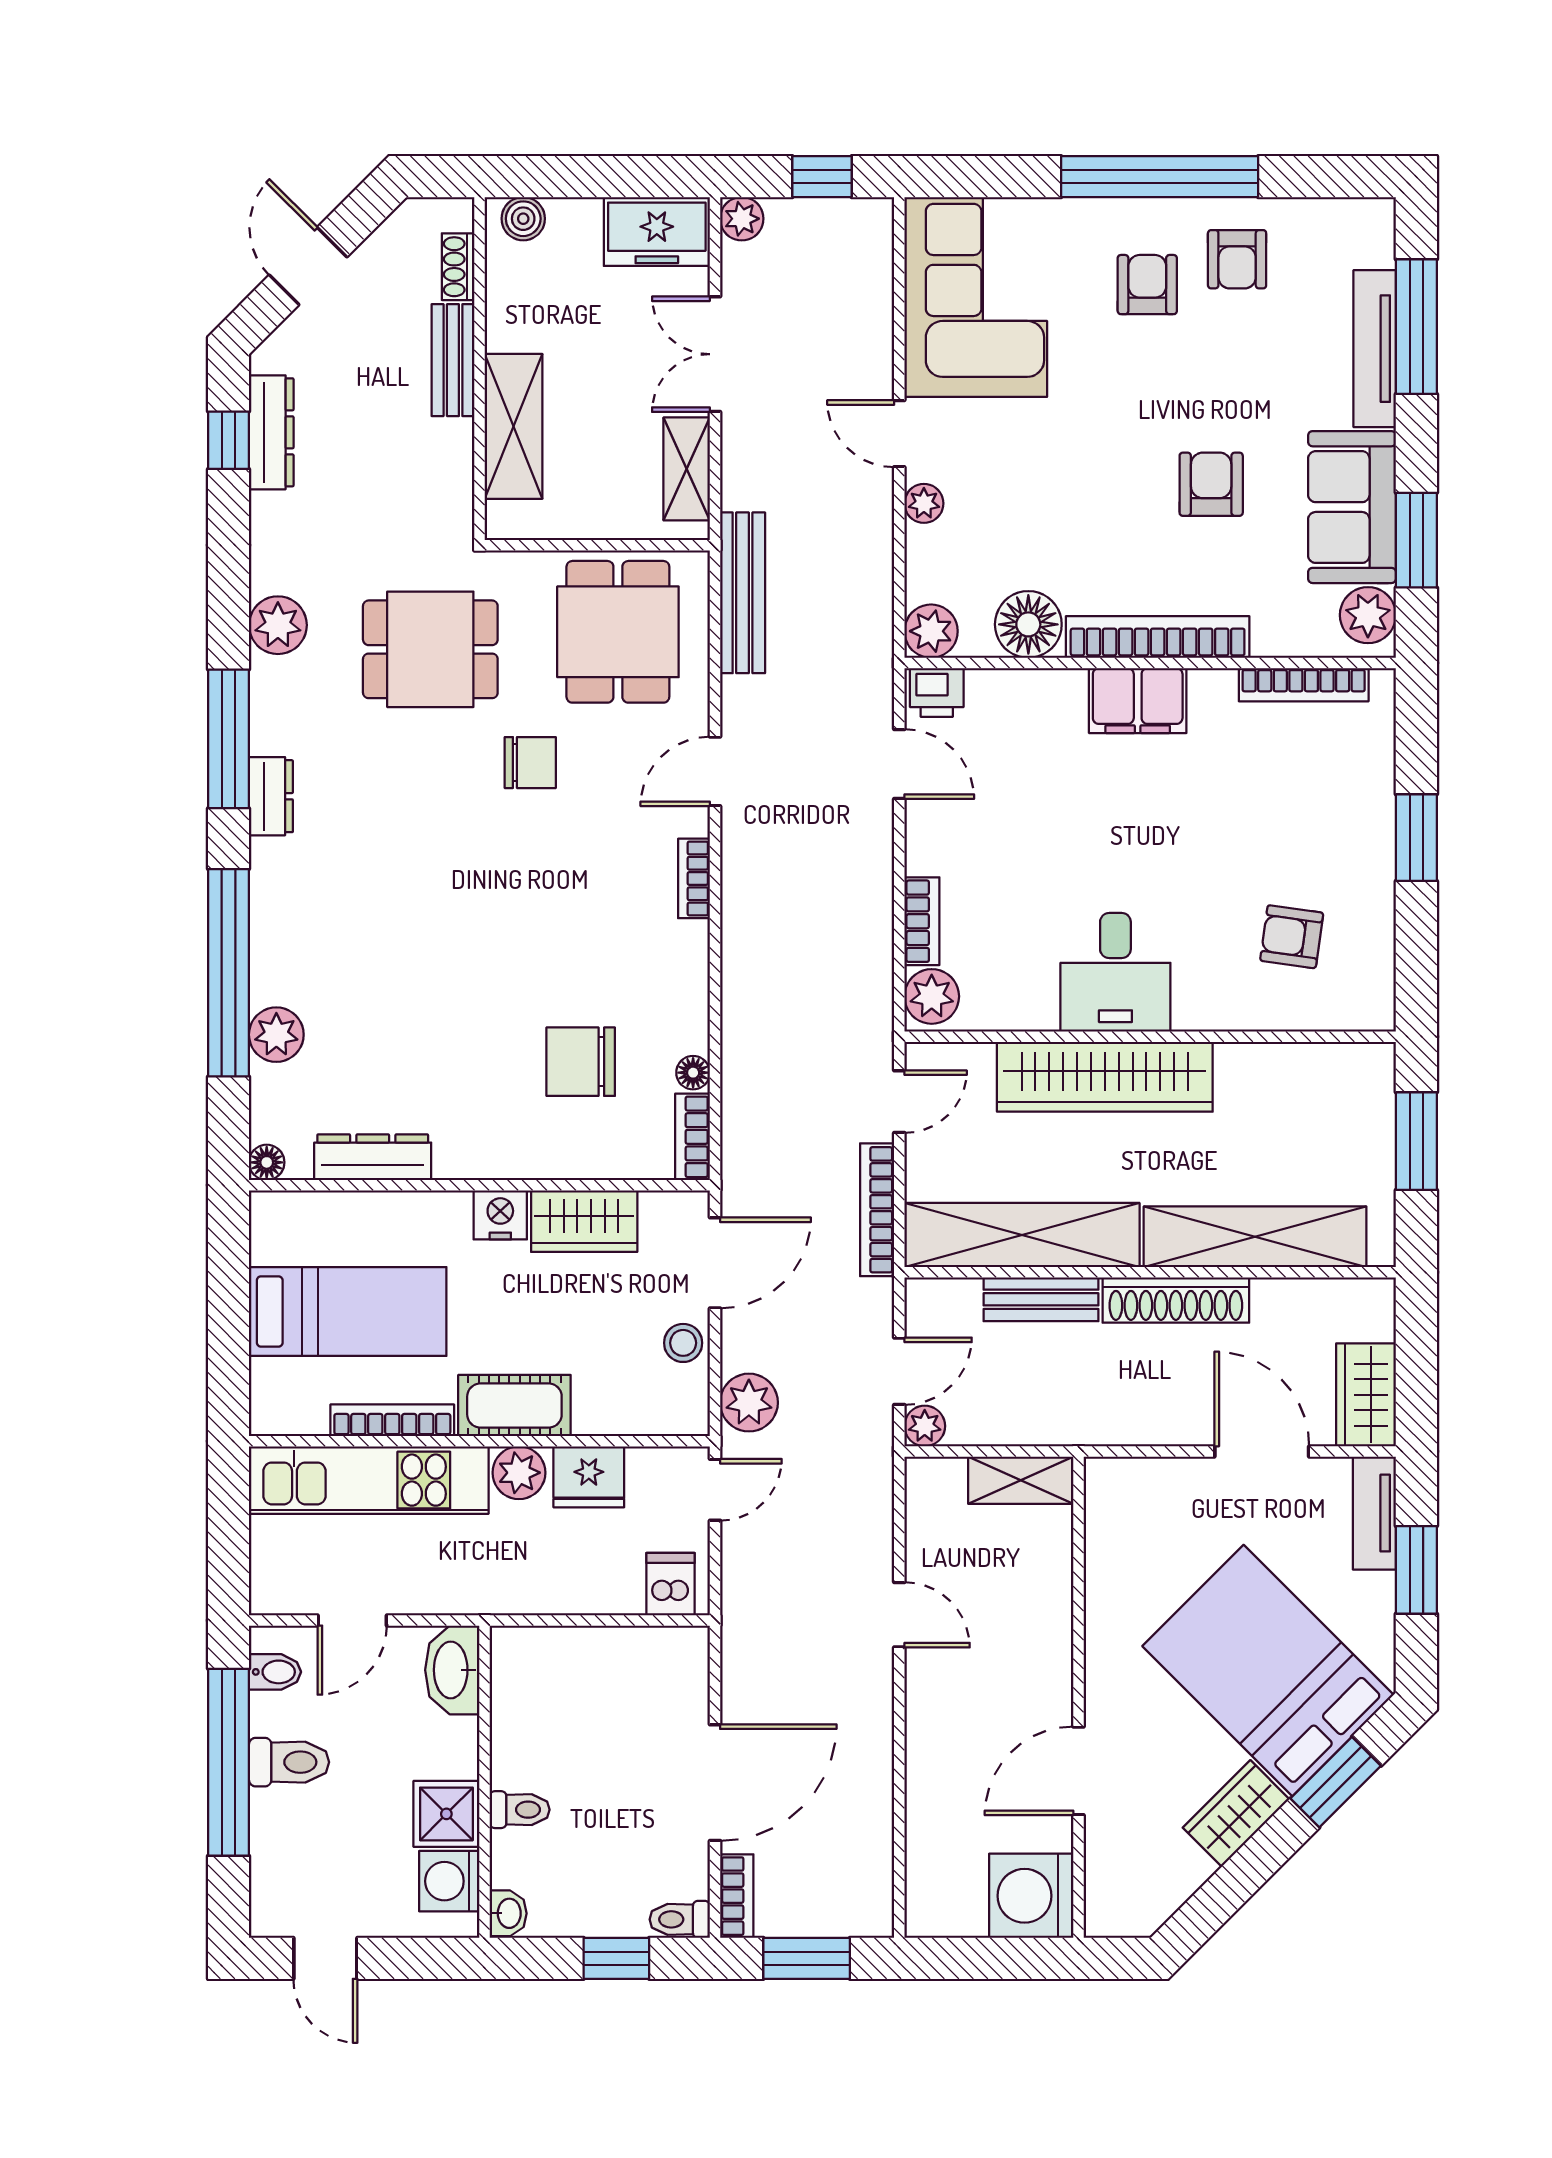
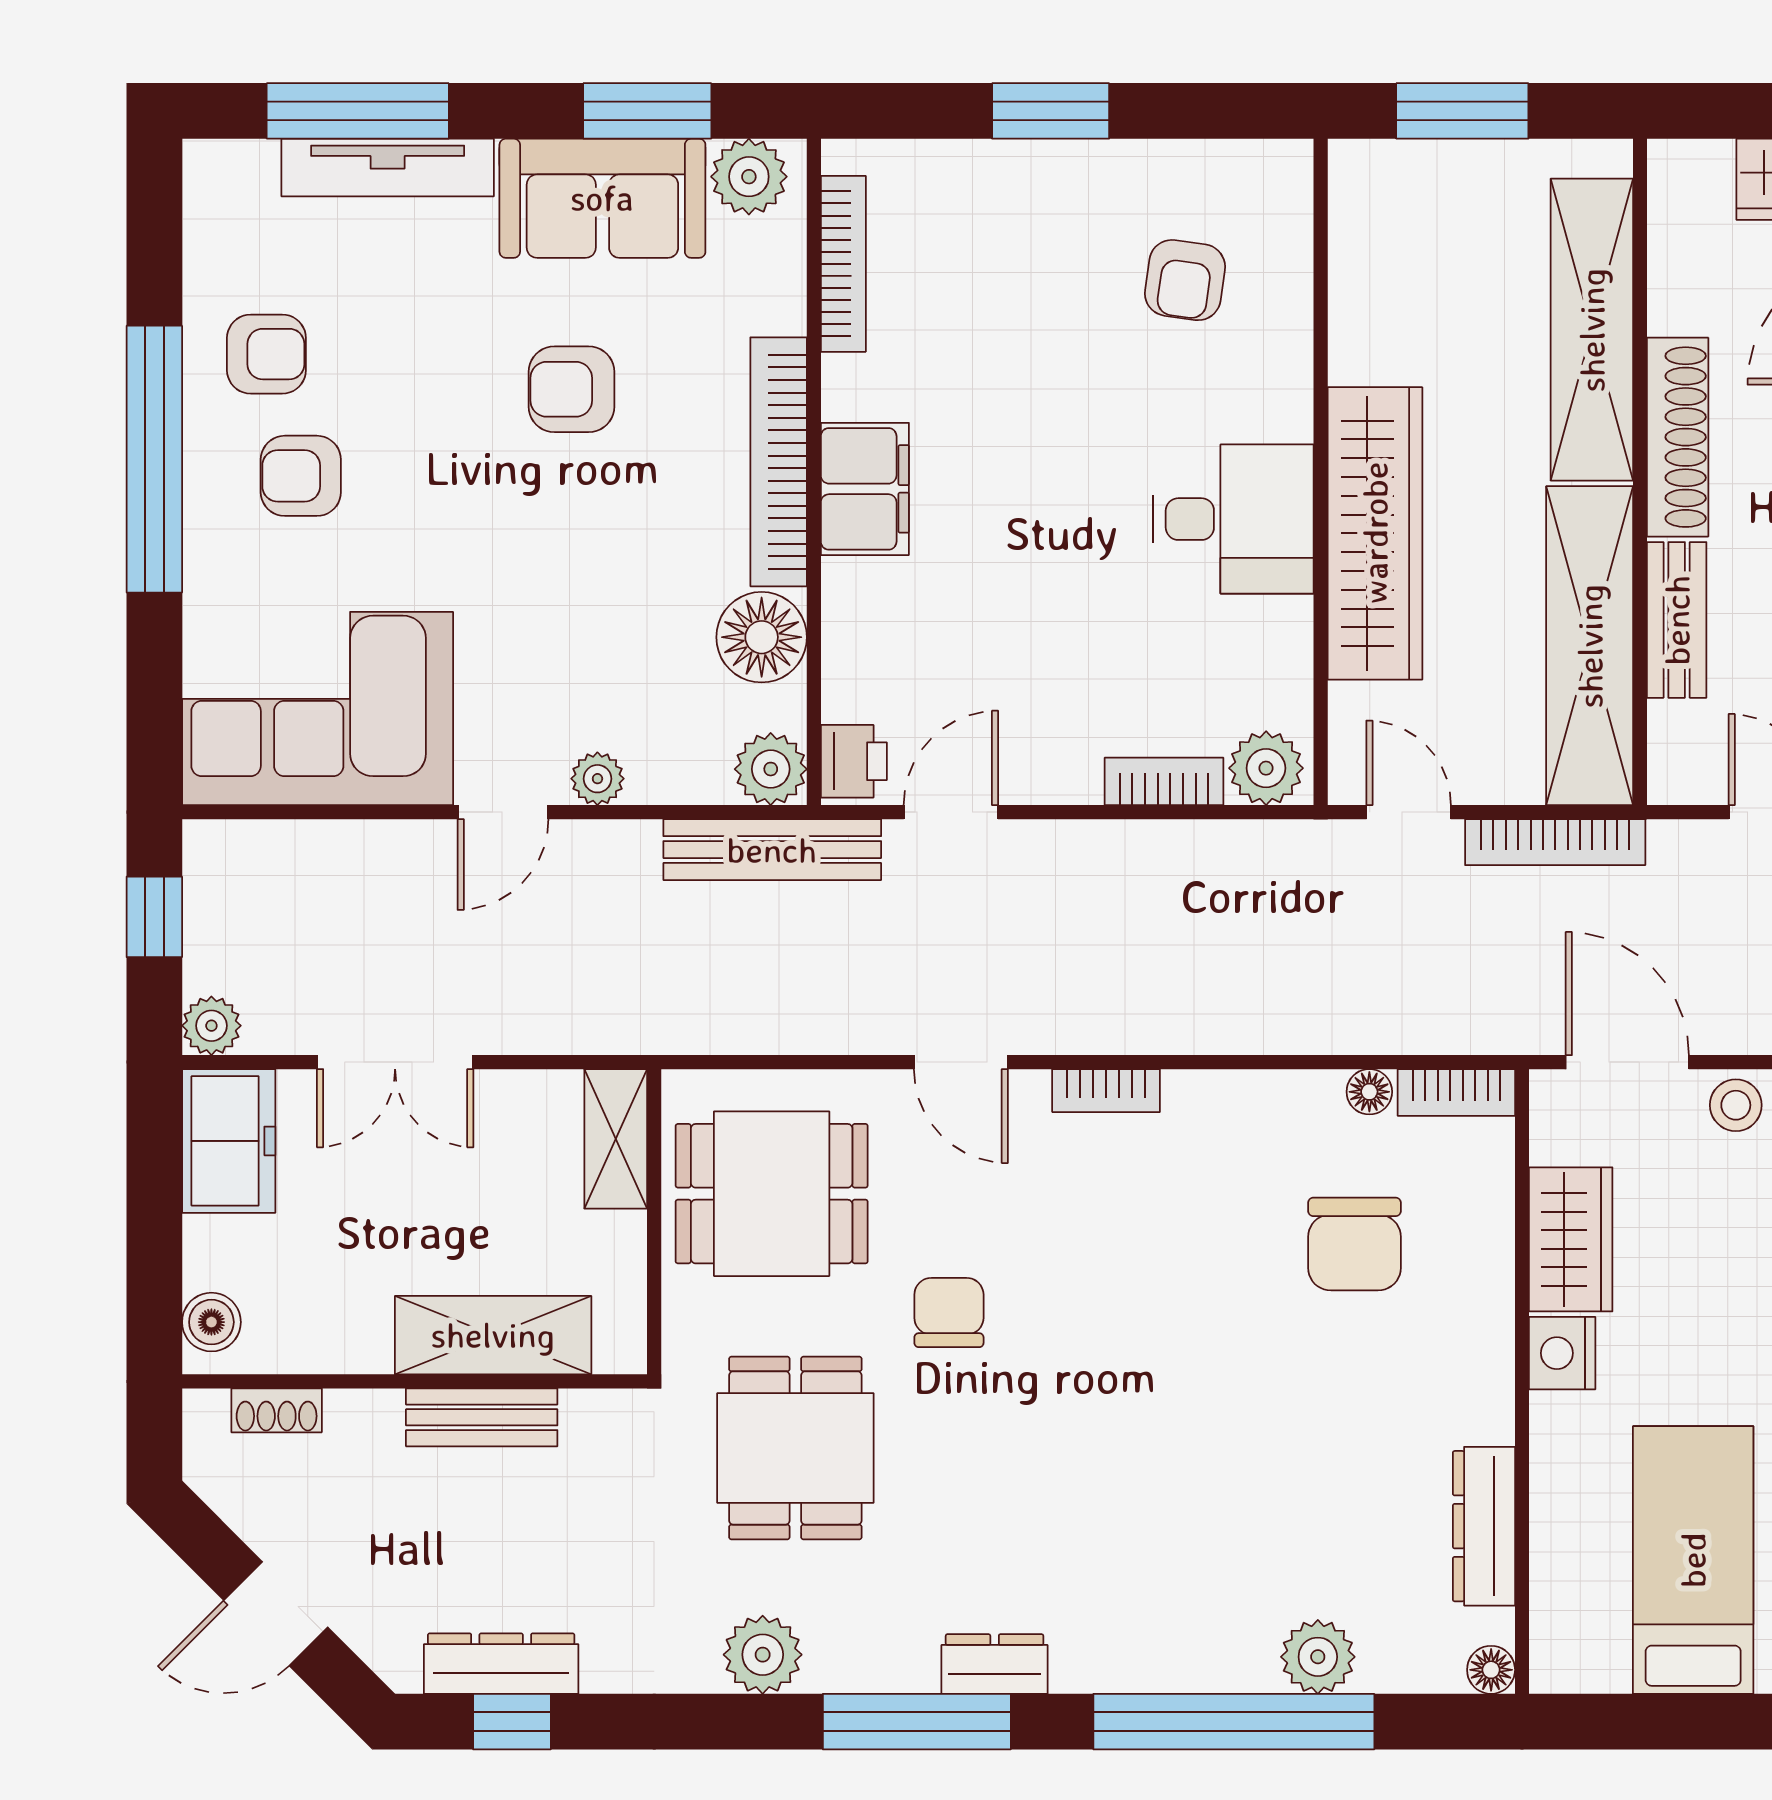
bench: (453, 360) -> (482, 1417), moved
shelving: (687, 469) -> (616, 1139), moved, turned 90
bench: (743, 593) -> (772, 850), moved

